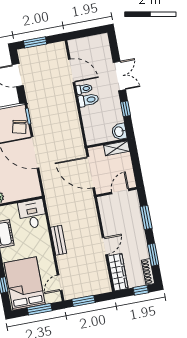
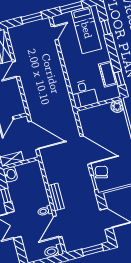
door: (72, 71) -> (58, 226), hinge flipped
toilet: (88, 100) -> (54, 251), moved
bench: (59, 240) -> (56, 197), moved
bed: (25, 283) -> (86, 30), width x0.67

